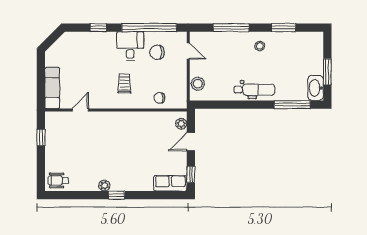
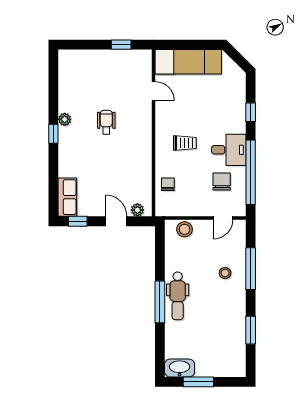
stool: (260, 46) -> (225, 273), moved
exam couch: (52, 88) -> (188, 62), width x1.36, depth x1.45
window: (292, 105) -> (160, 302), moved
wheelchair: (58, 180) -> (106, 122), moved

